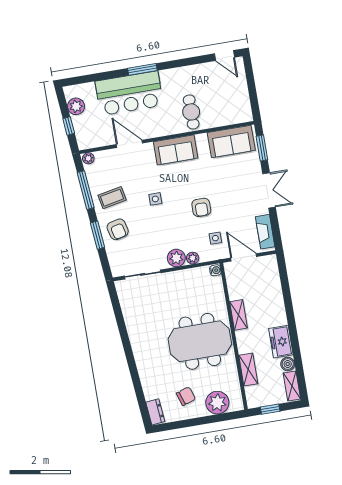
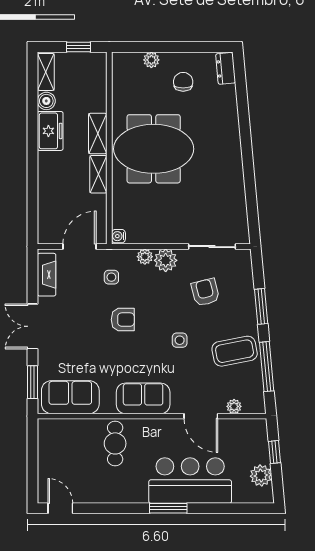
plant: (88, 158) -> (234, 406), moved
coffee table: (112, 198) -> (235, 351), width x1.36, depth x1.30
armchair: (201, 207) -> (123, 320), turned 90
armchair: (118, 229) -> (205, 292), moved
door: (244, 257) -> (80, 247), swing flipped
shelving: (248, 369) -> (98, 134), moved
chair: (186, 396) -> (183, 82), turned 108
plant: (217, 403) -> (151, 60), width x0.53, depth x0.53

